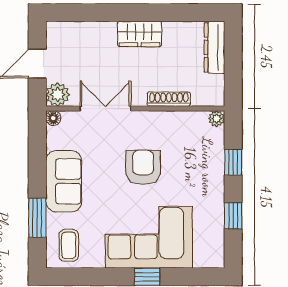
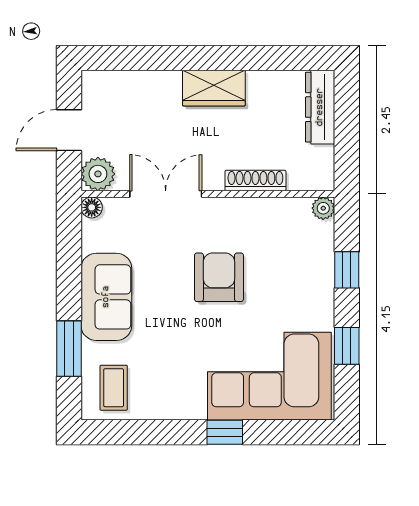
corner sofa: (149, 237) -> (269, 376), moved

